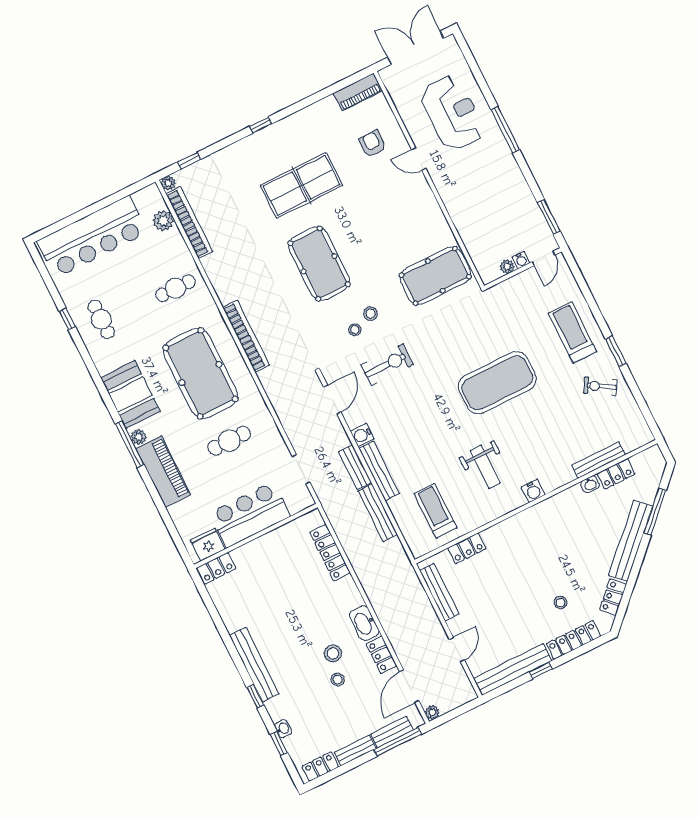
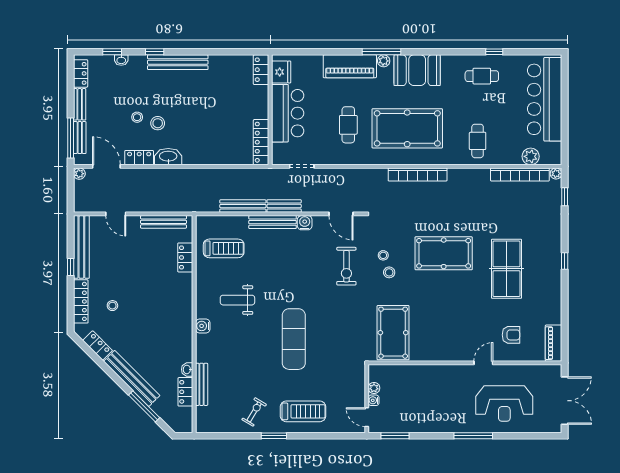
exercise mat: (497, 383) -> (294, 339), width x0.68
locker: (330, 553) -> (261, 142), moved, turned -90

